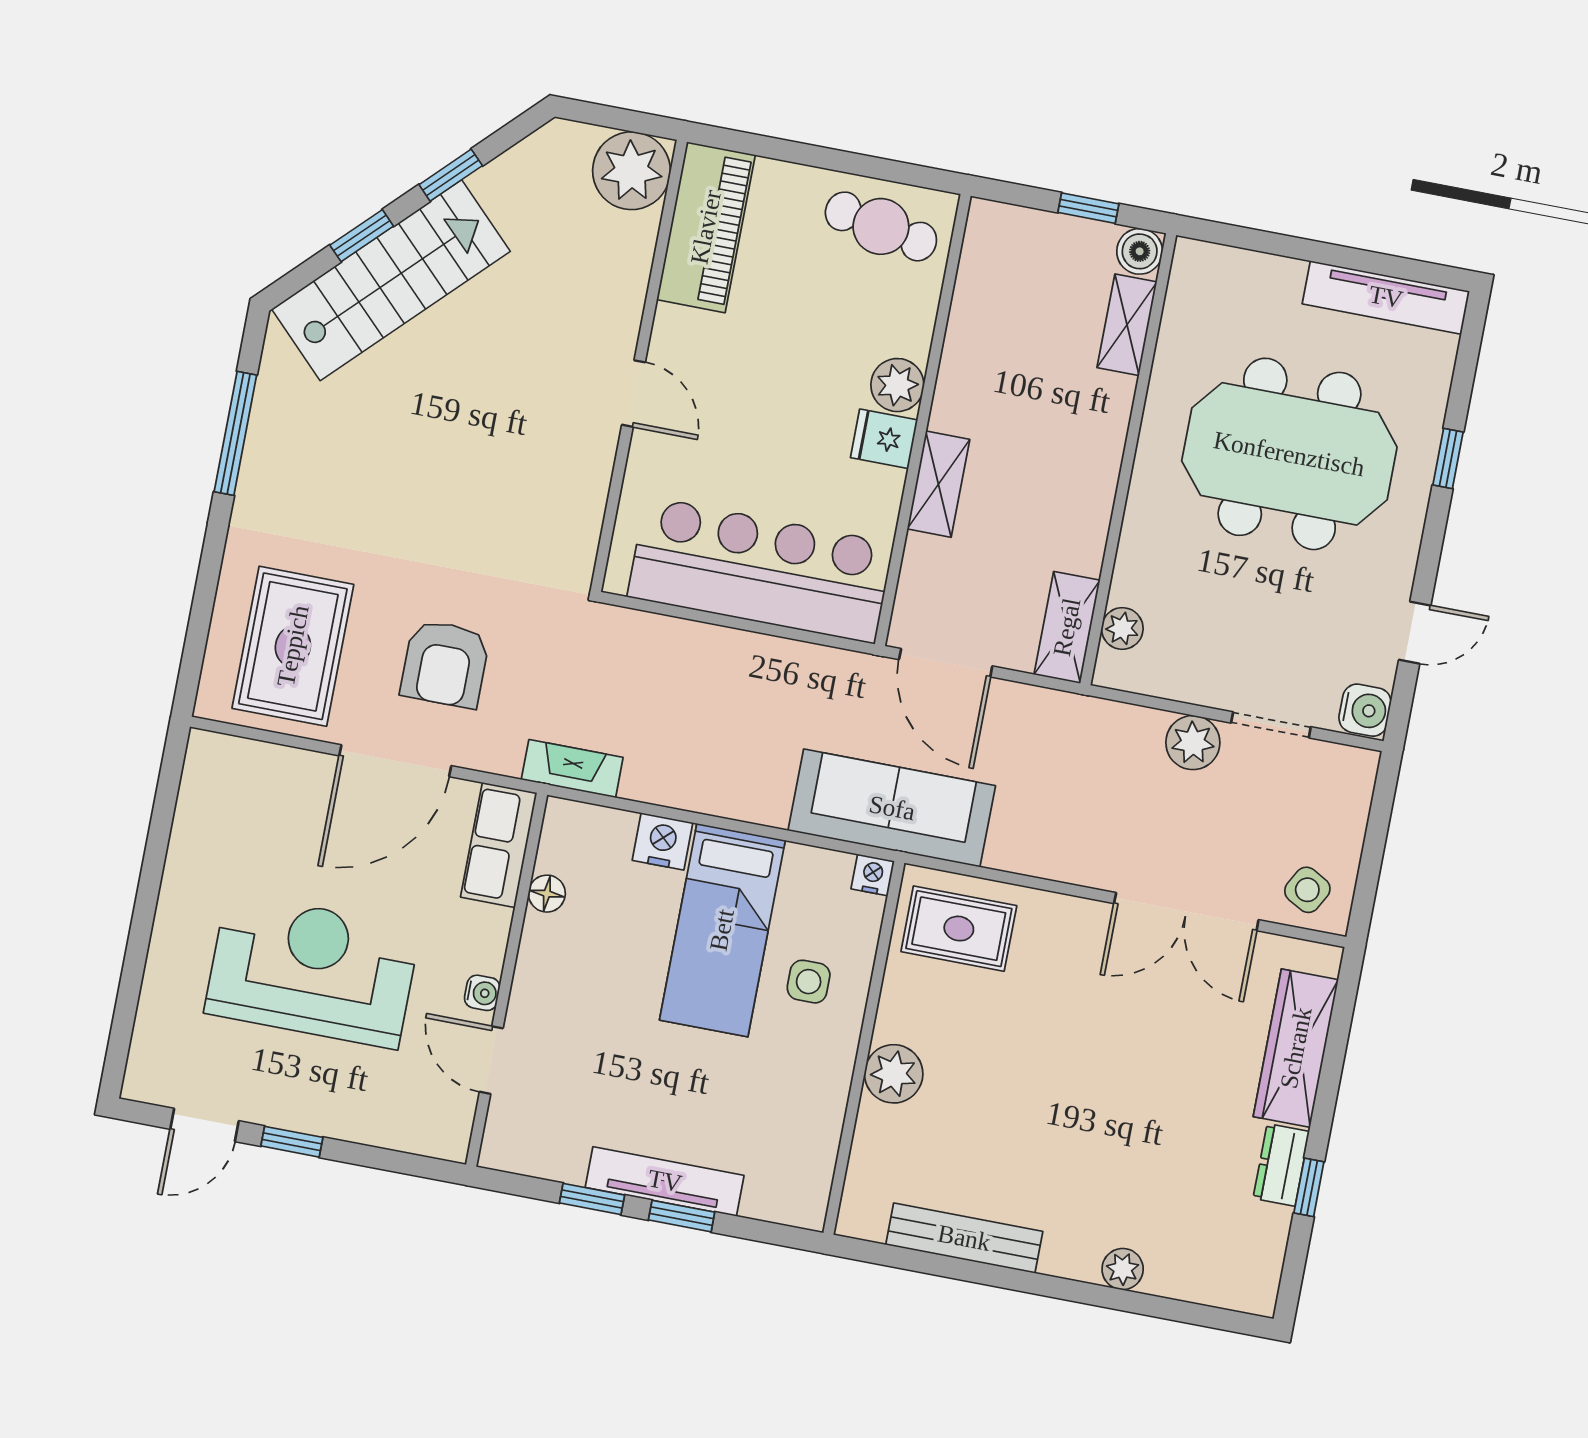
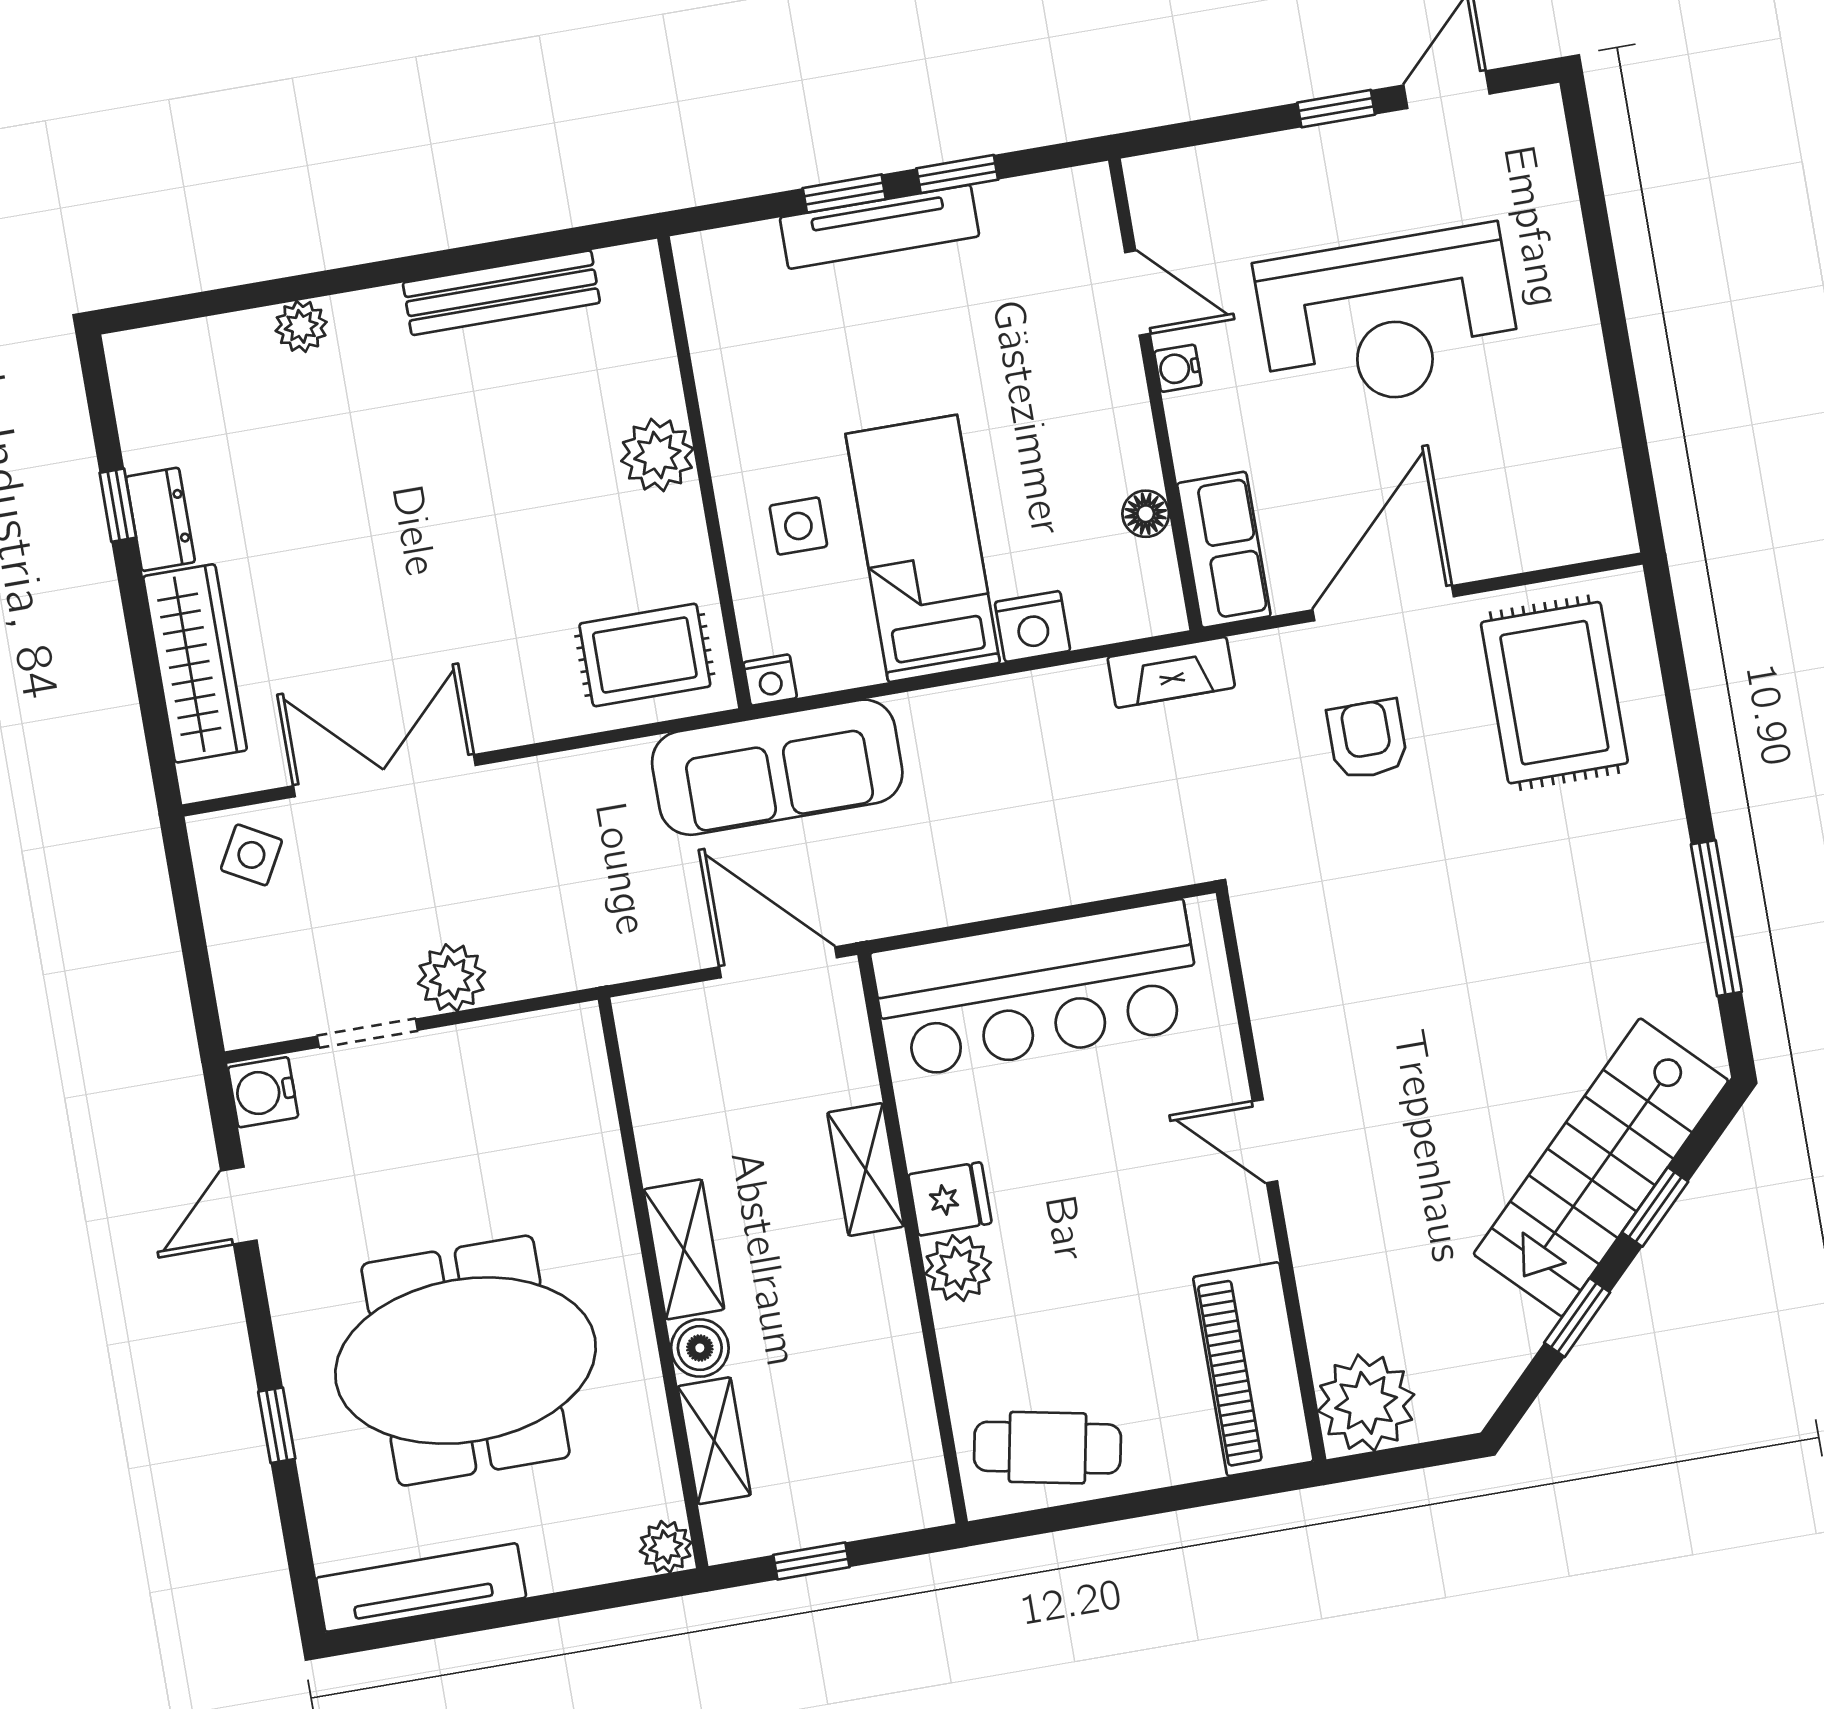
boiler: (1140, 251) -> (700, 1348), moved
shelving: (1067, 627) -> (684, 1249), moved
plant: (1122, 628) -> (666, 1547), moved
armchair: (445, 664) -> (1367, 739), width x0.72, depth x0.72

